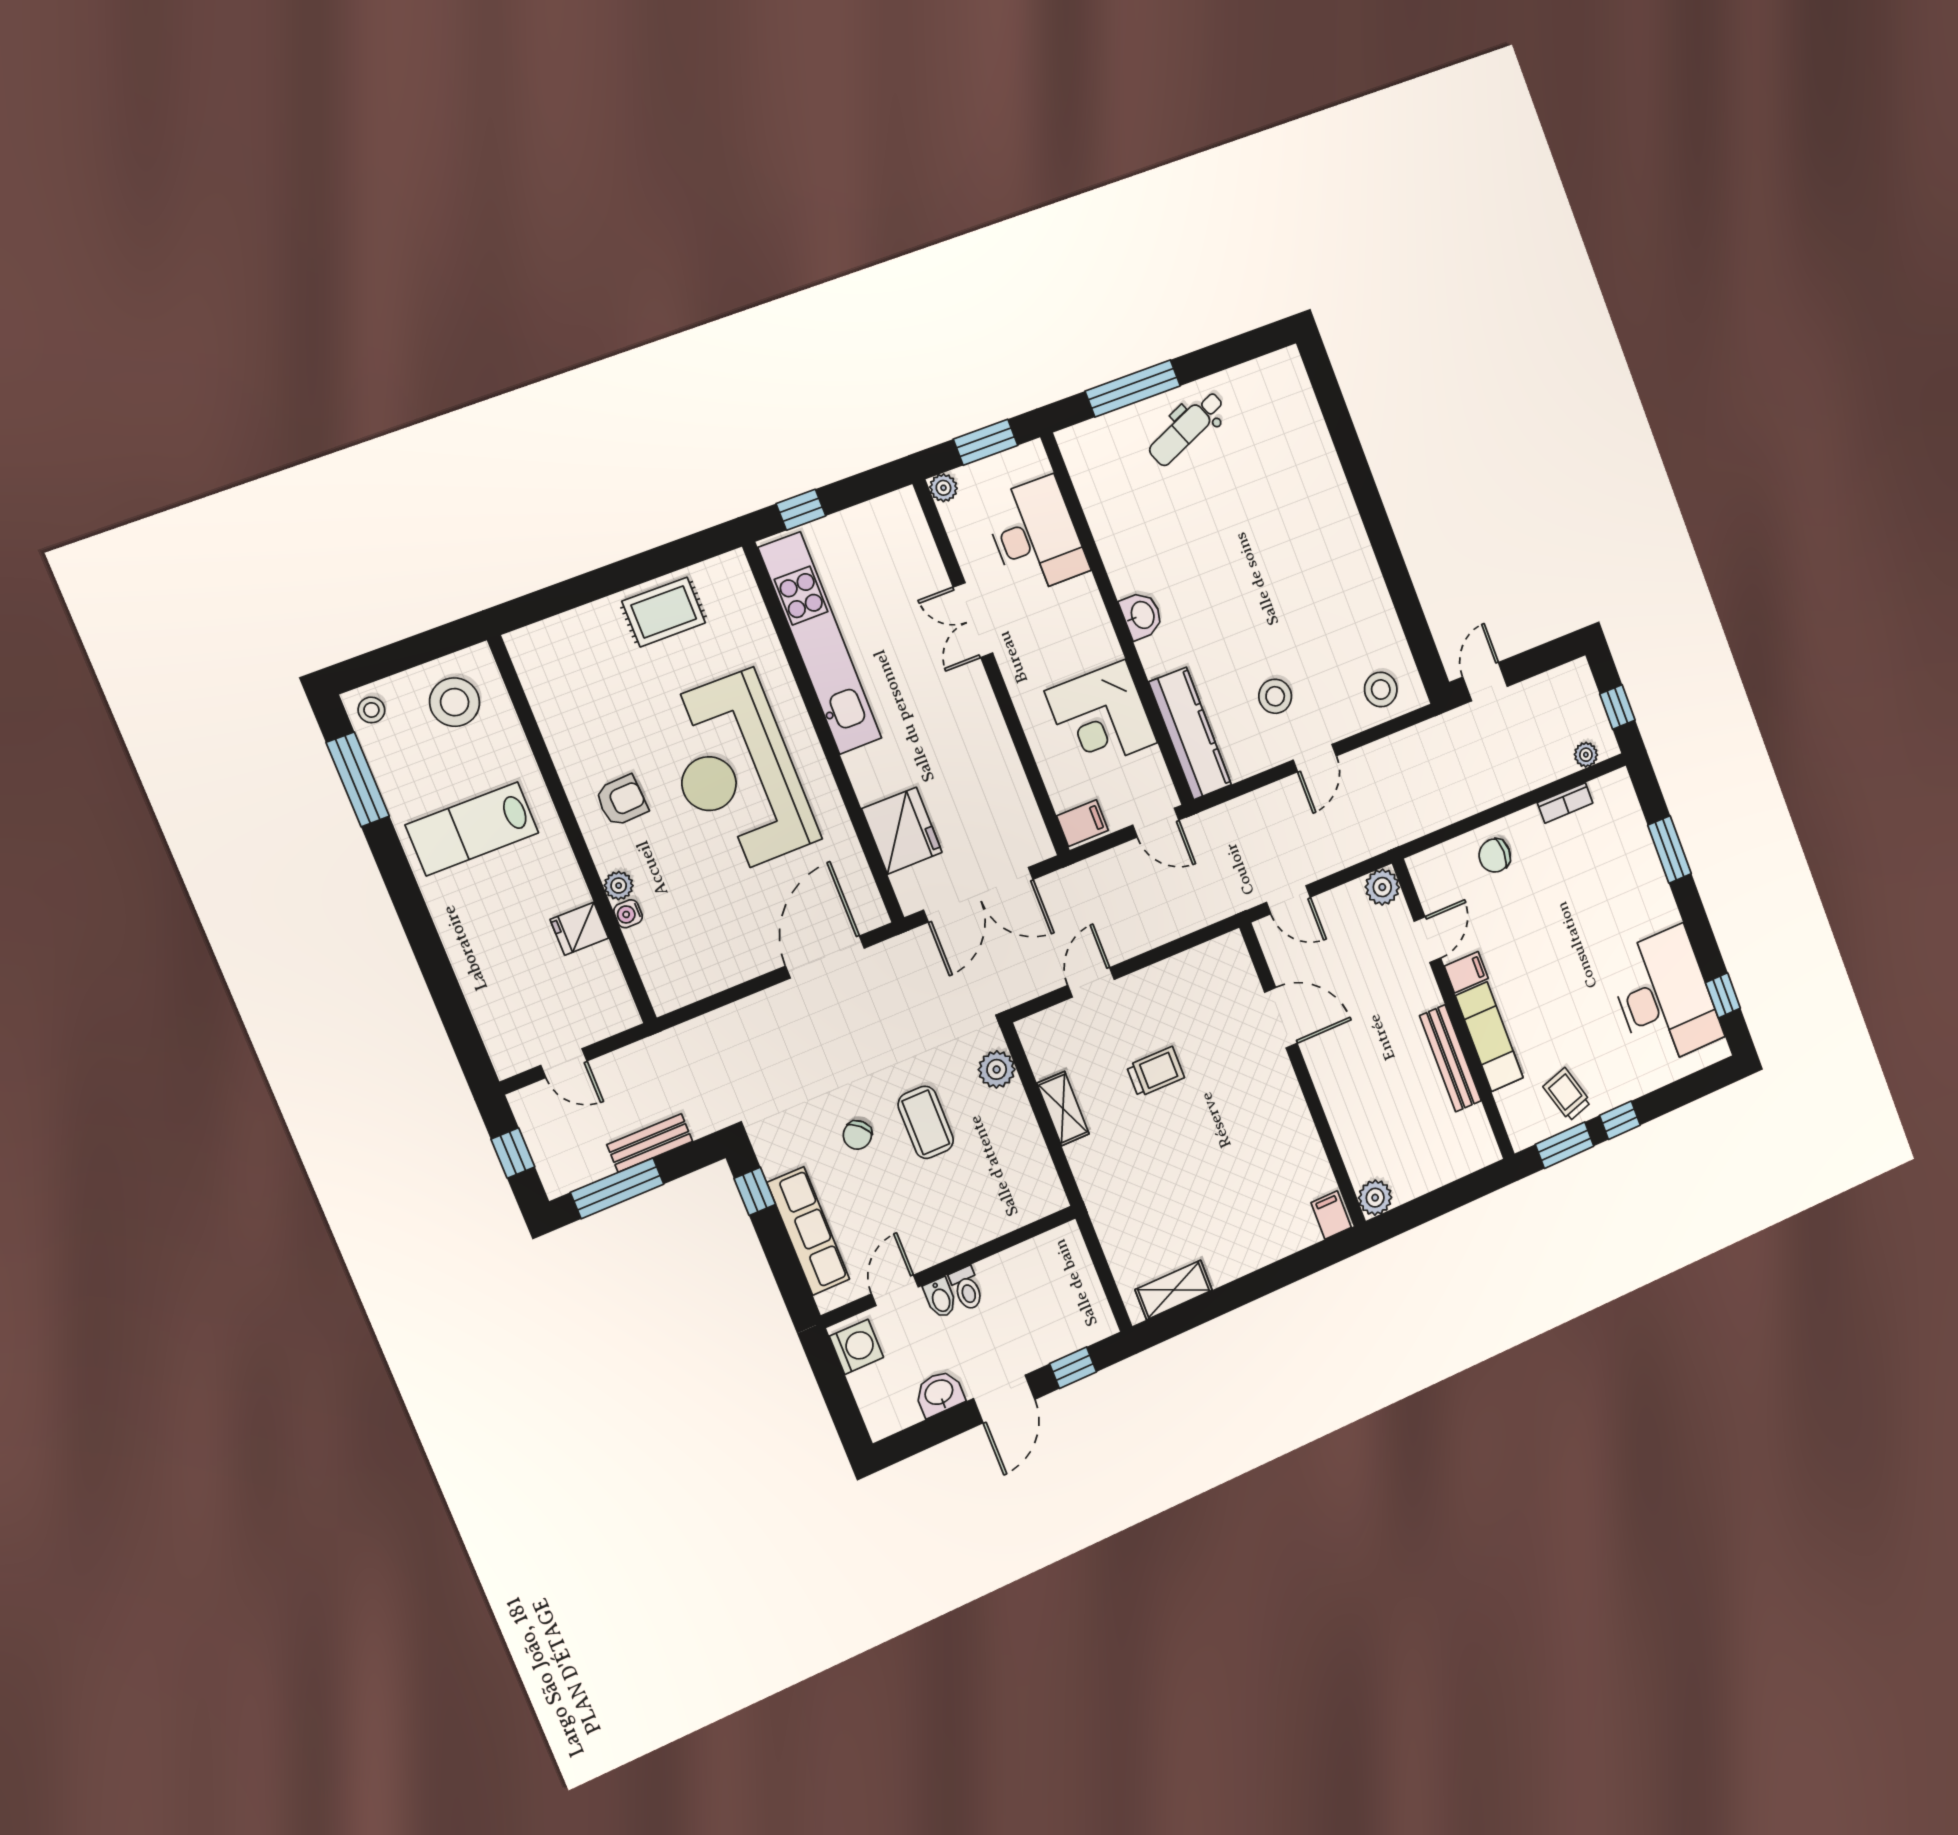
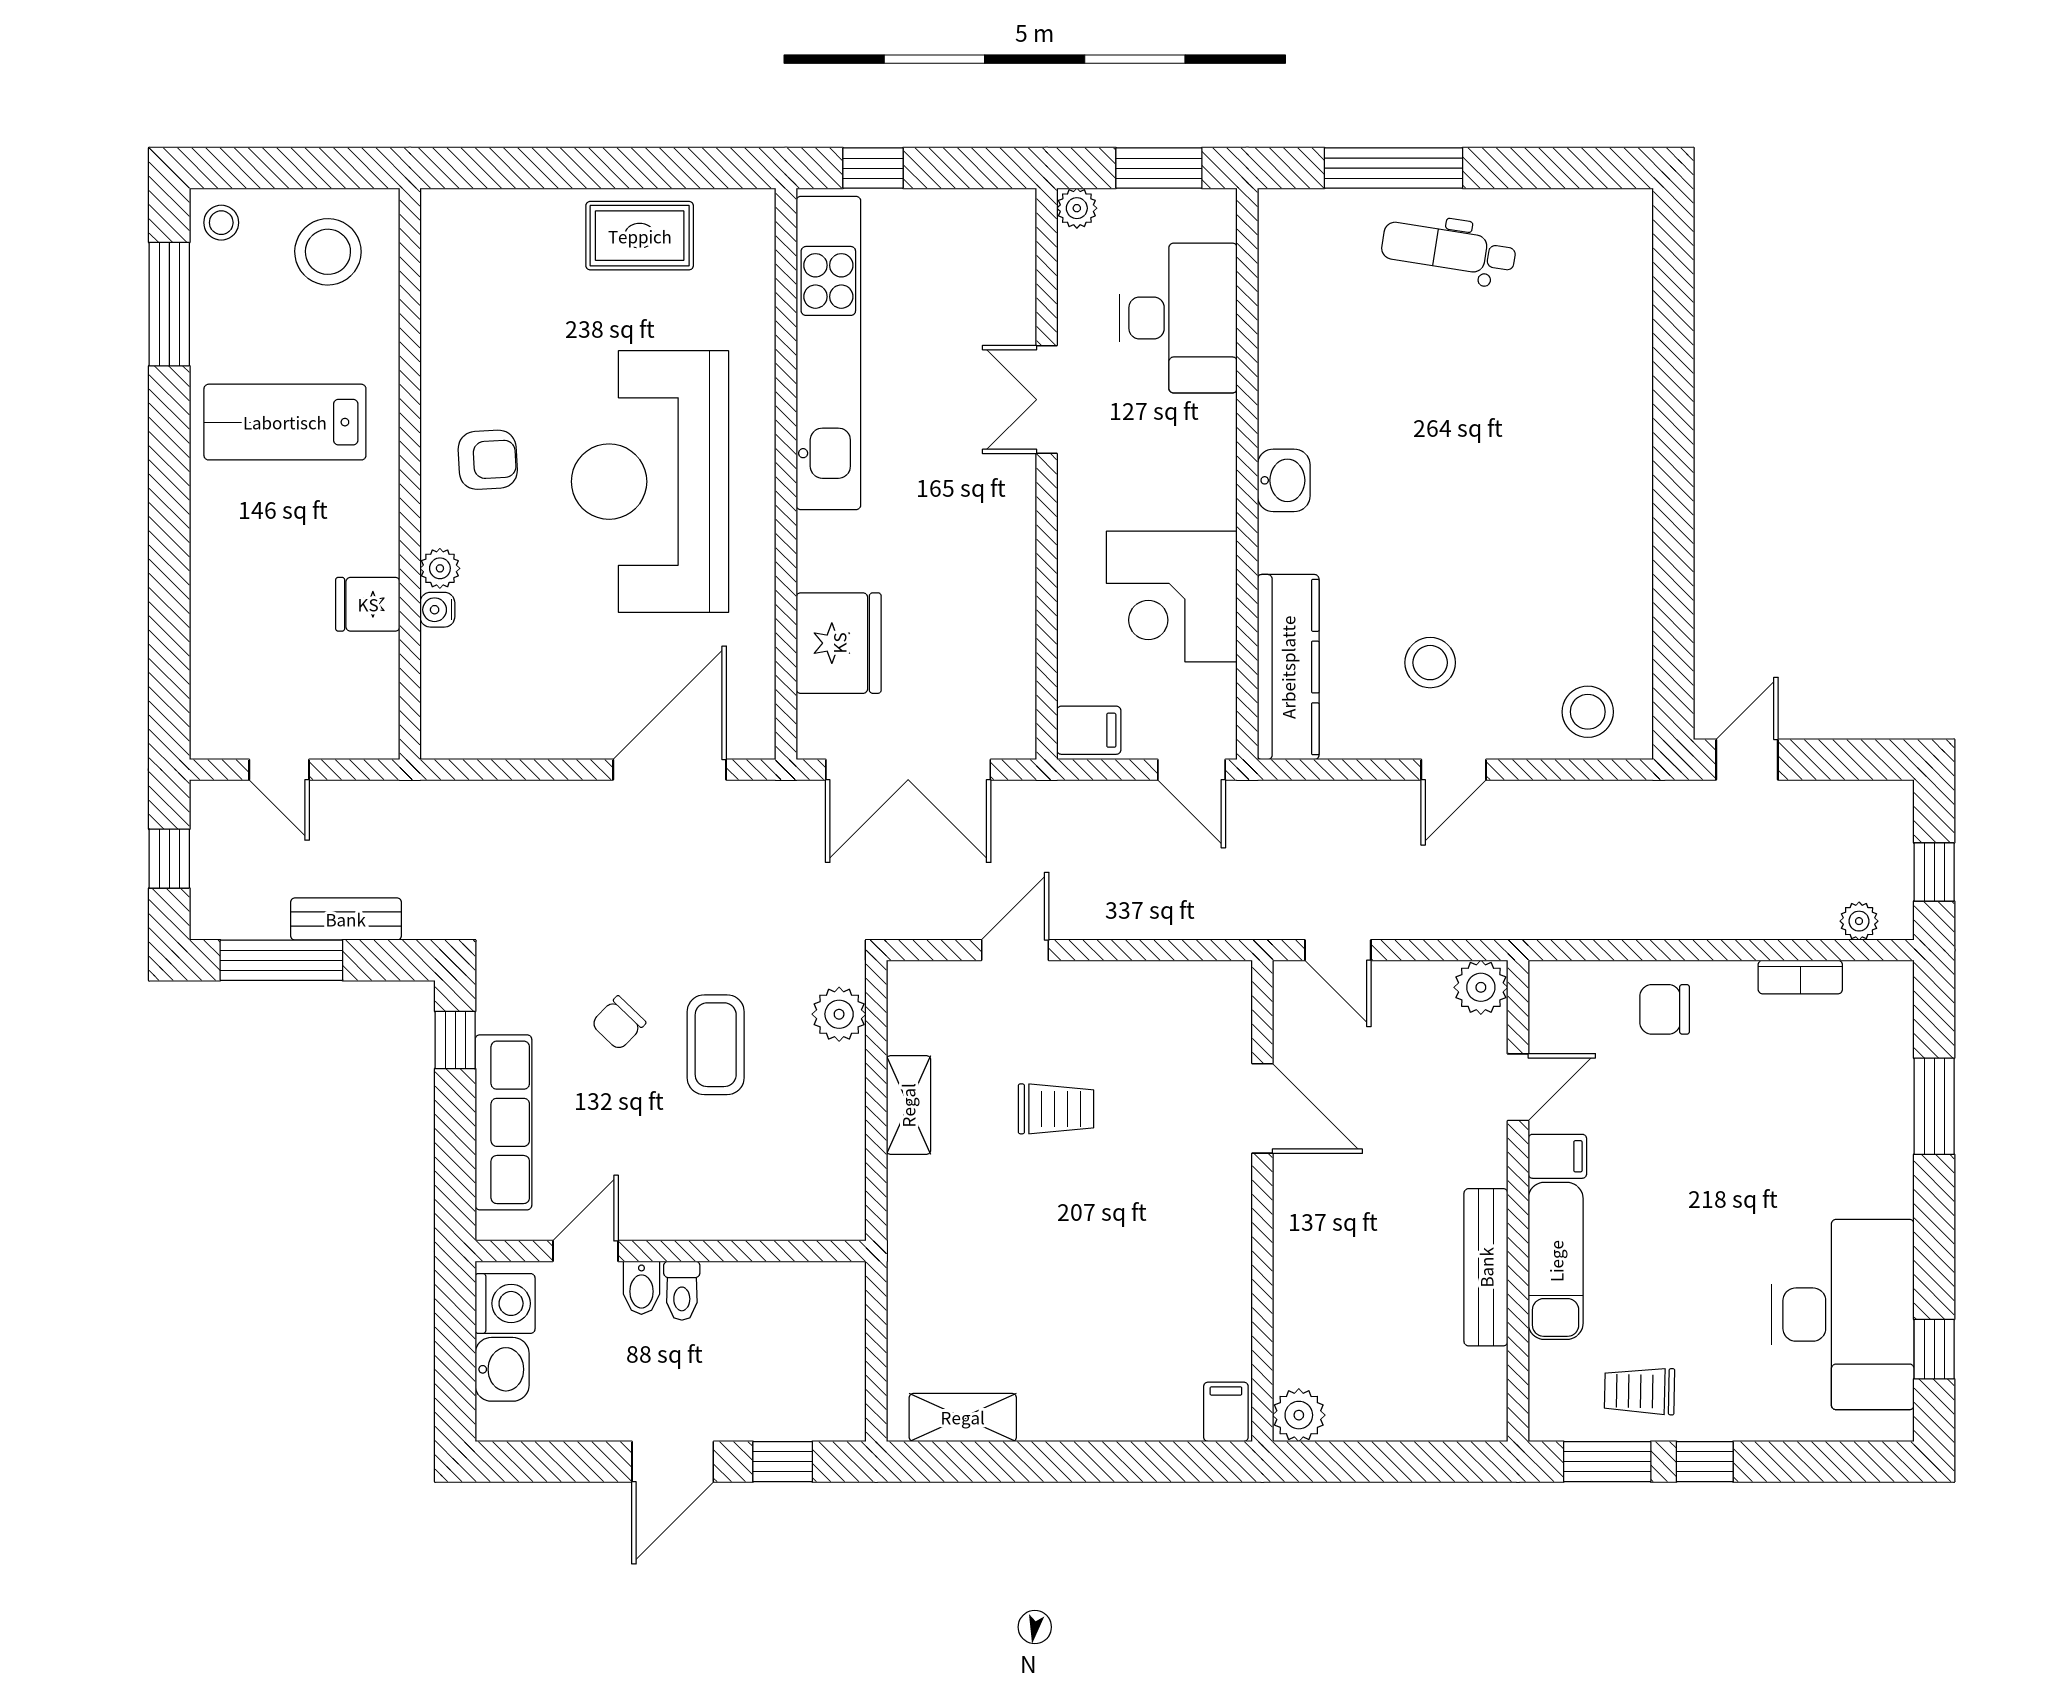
dental chair: (1187, 428) -> (1449, 249), turned 32
trolley: (1567, 1094) -> (1640, 1391), turned -72
washbasin: (939, 1393) -> (502, 1369), moved, turned 90

